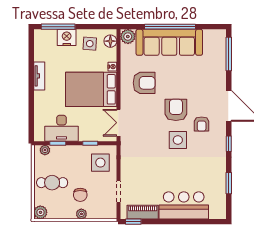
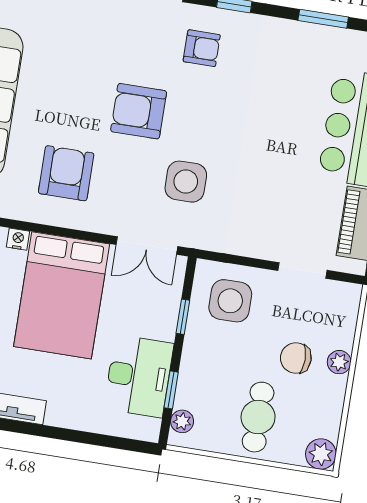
armchair: (202, 124) -> (202, 48), moved
side table: (178, 140) -> (186, 182), moved
chair: (80, 195) -> (296, 358), turned 180

